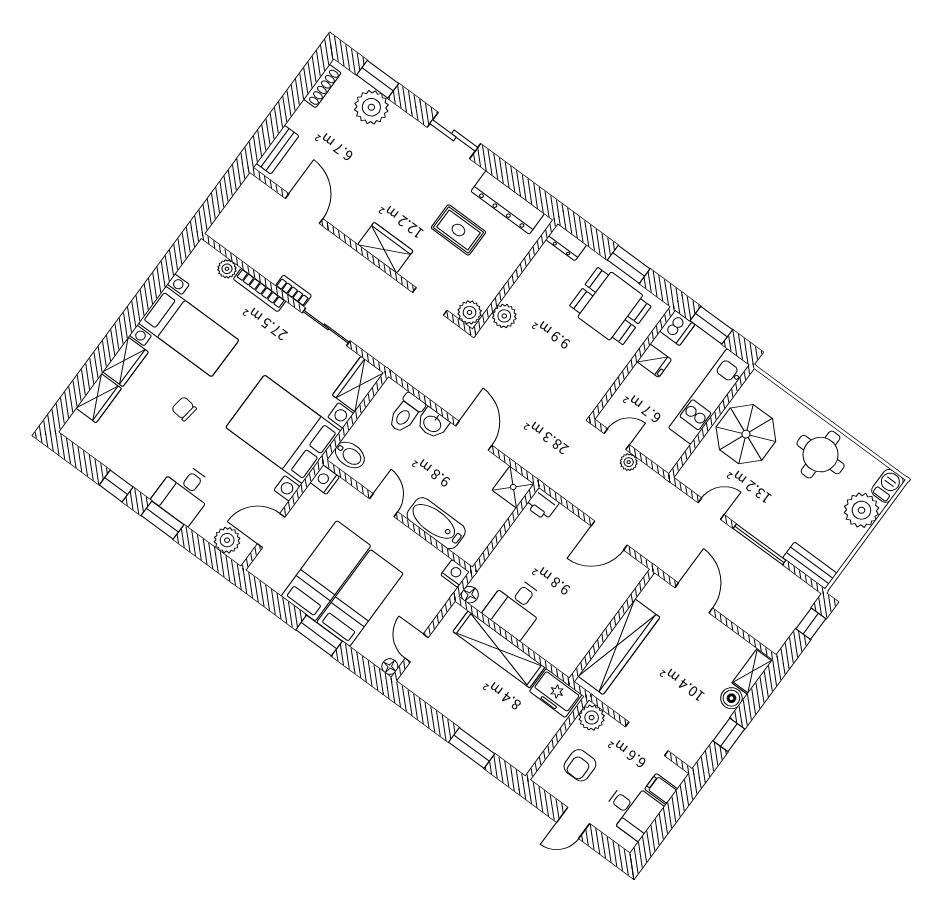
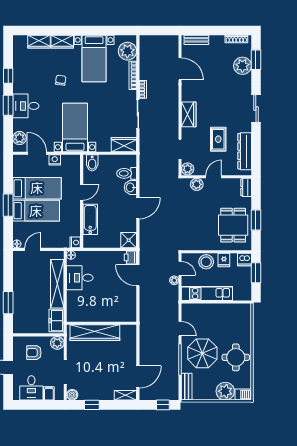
door: (304, 209) -> (180, 69), hinge flipped
plant: (227, 269) -> (127, 51), width x1.88, depth x1.88
door: (512, 281) -> (214, 177), added
stool: (637, 391) -> (206, 262), added
kitchen unit: (709, 396) -> (207, 294), moved
bed with nightstands: (283, 429) -> (75, 128), width x0.73
parasol: (746, 434) -> (202, 353), moved
nightstand: (325, 480) -> (55, 160), moved
door: (609, 536) -> (138, 275), moved
door: (694, 598) -> (138, 377), moved
boiler: (731, 698) -> (72, 395), moved

